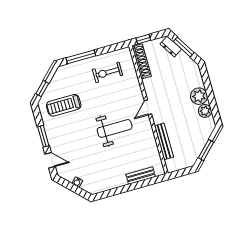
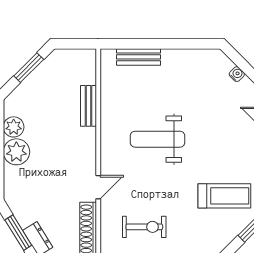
door: (148, 107) -> (98, 187), moved
bench: (164, 141) -> (89, 106), width x0.73

